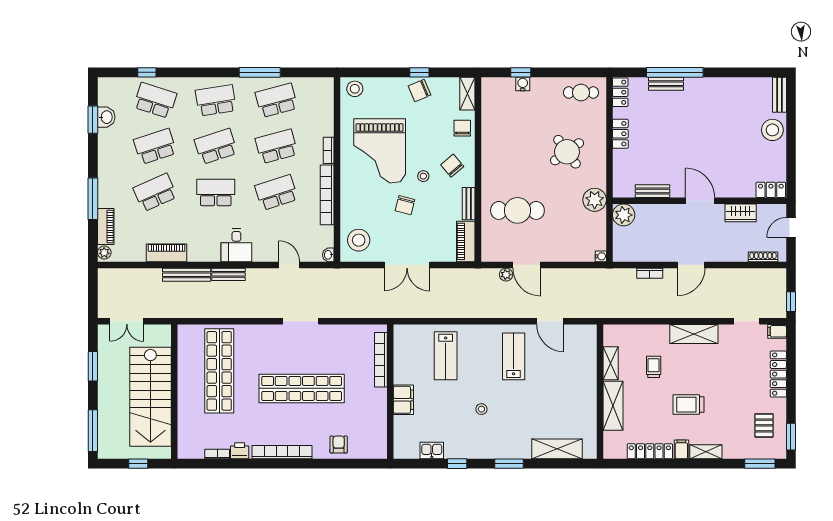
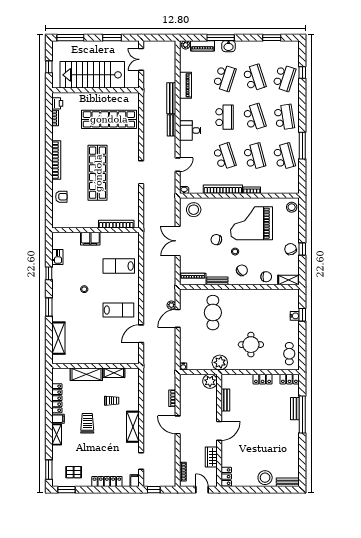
washbasin: (106, 117) -> (229, 46), moved
round table: (567, 152) -> (251, 345), turned 36
school desk: (155, 192) -> (225, 78), turned 42
printer: (240, 451) -> (57, 103), moved

